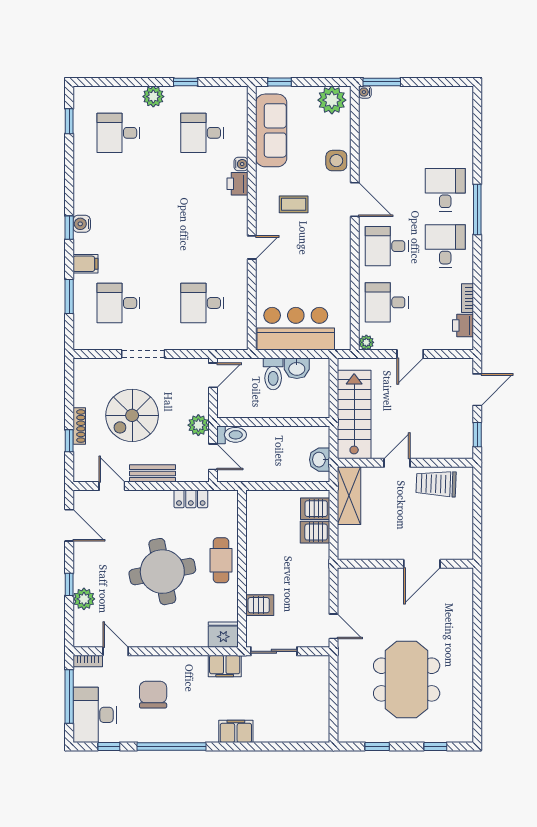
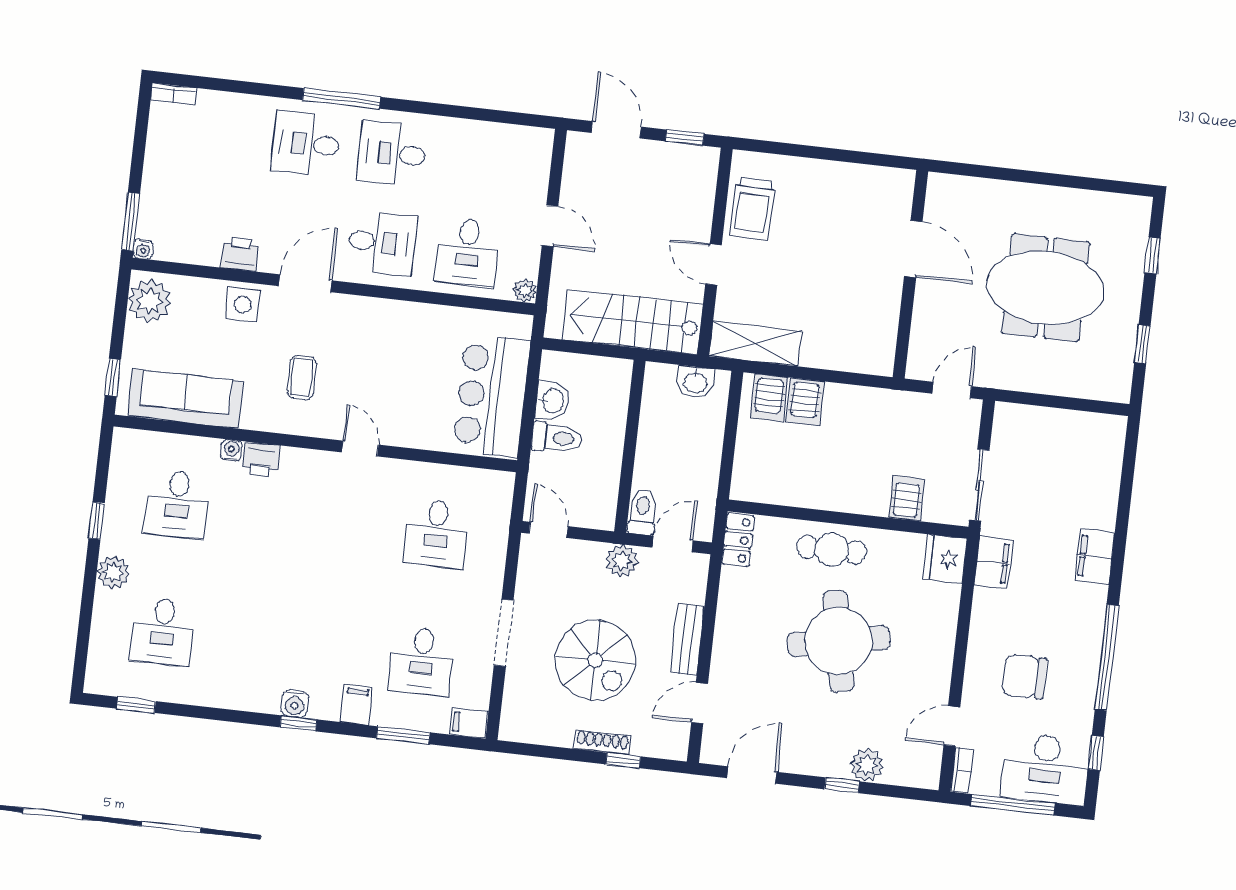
desk: (387, 246) -> (382, 243), turned -90
bookcase: (467, 298) -> (174, 94), moved
printer: (463, 326) -> (240, 254), moved, turned 180
filing cabinet: (82, 338) -> (469, 723), added
locker: (191, 499) -> (738, 540), moved
wall: (405, 564) -> (910, 274), moved
door: (422, 564) -> (913, 249), moved

